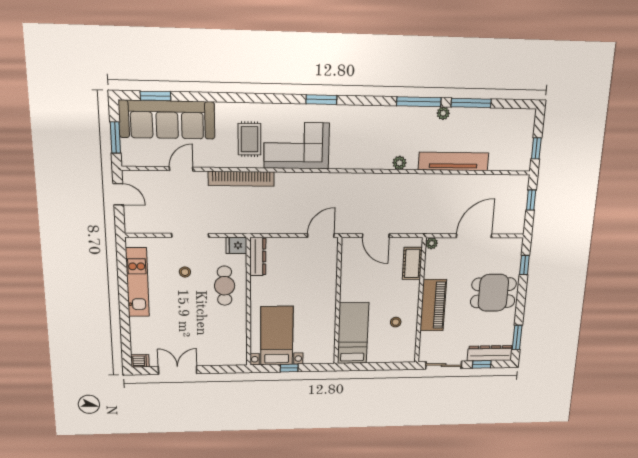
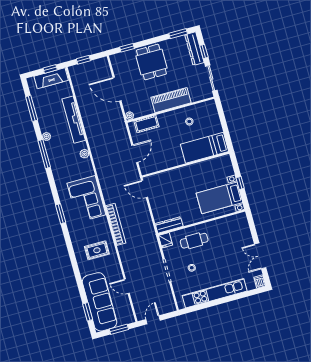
window: (471, 103) -> (32, 108), moved
corner sofa: (297, 146) -> (86, 199), moved
fireplace: (523, 146) -> (51, 78), added
bookcase: (241, 179) -> (116, 224), moved
kitchen unit: (137, 282) -> (215, 293), width x1.36

